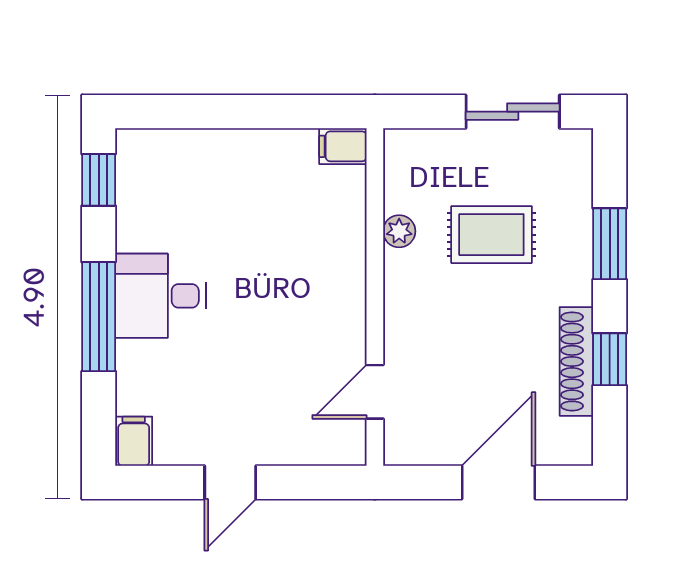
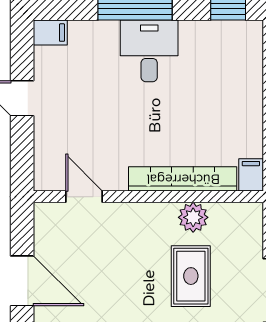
plant: (399, 231) -> (193, 217), width x1.38, depth x1.38
bookcase: (349, 247) -> (183, 179), added

